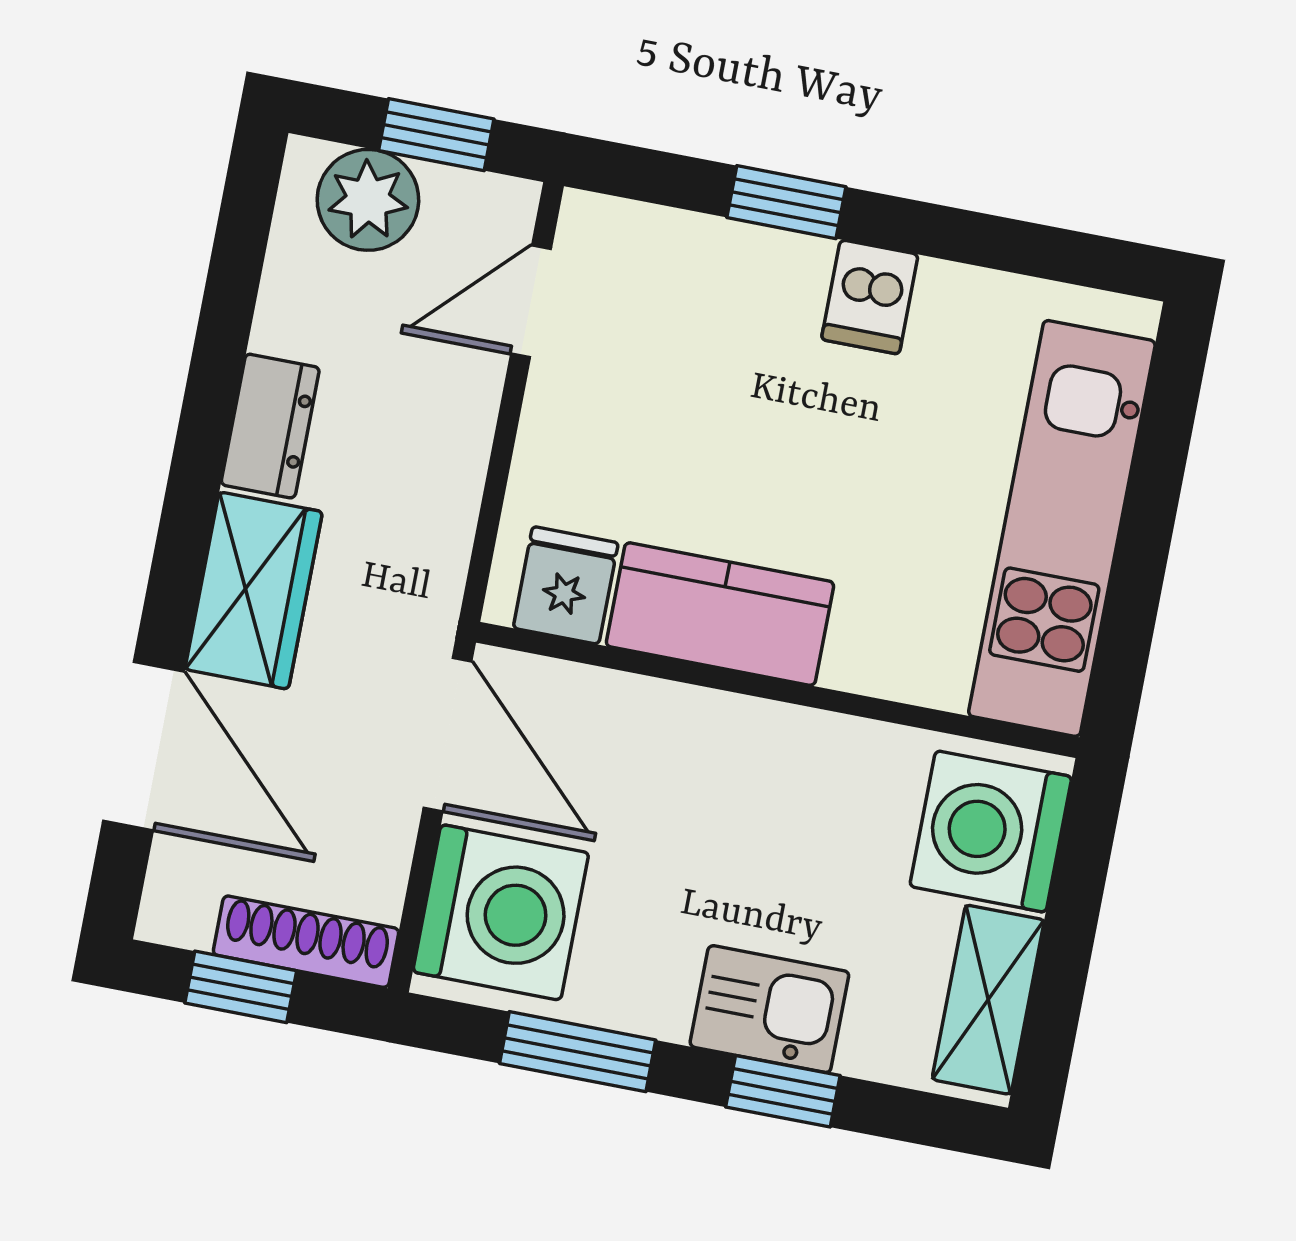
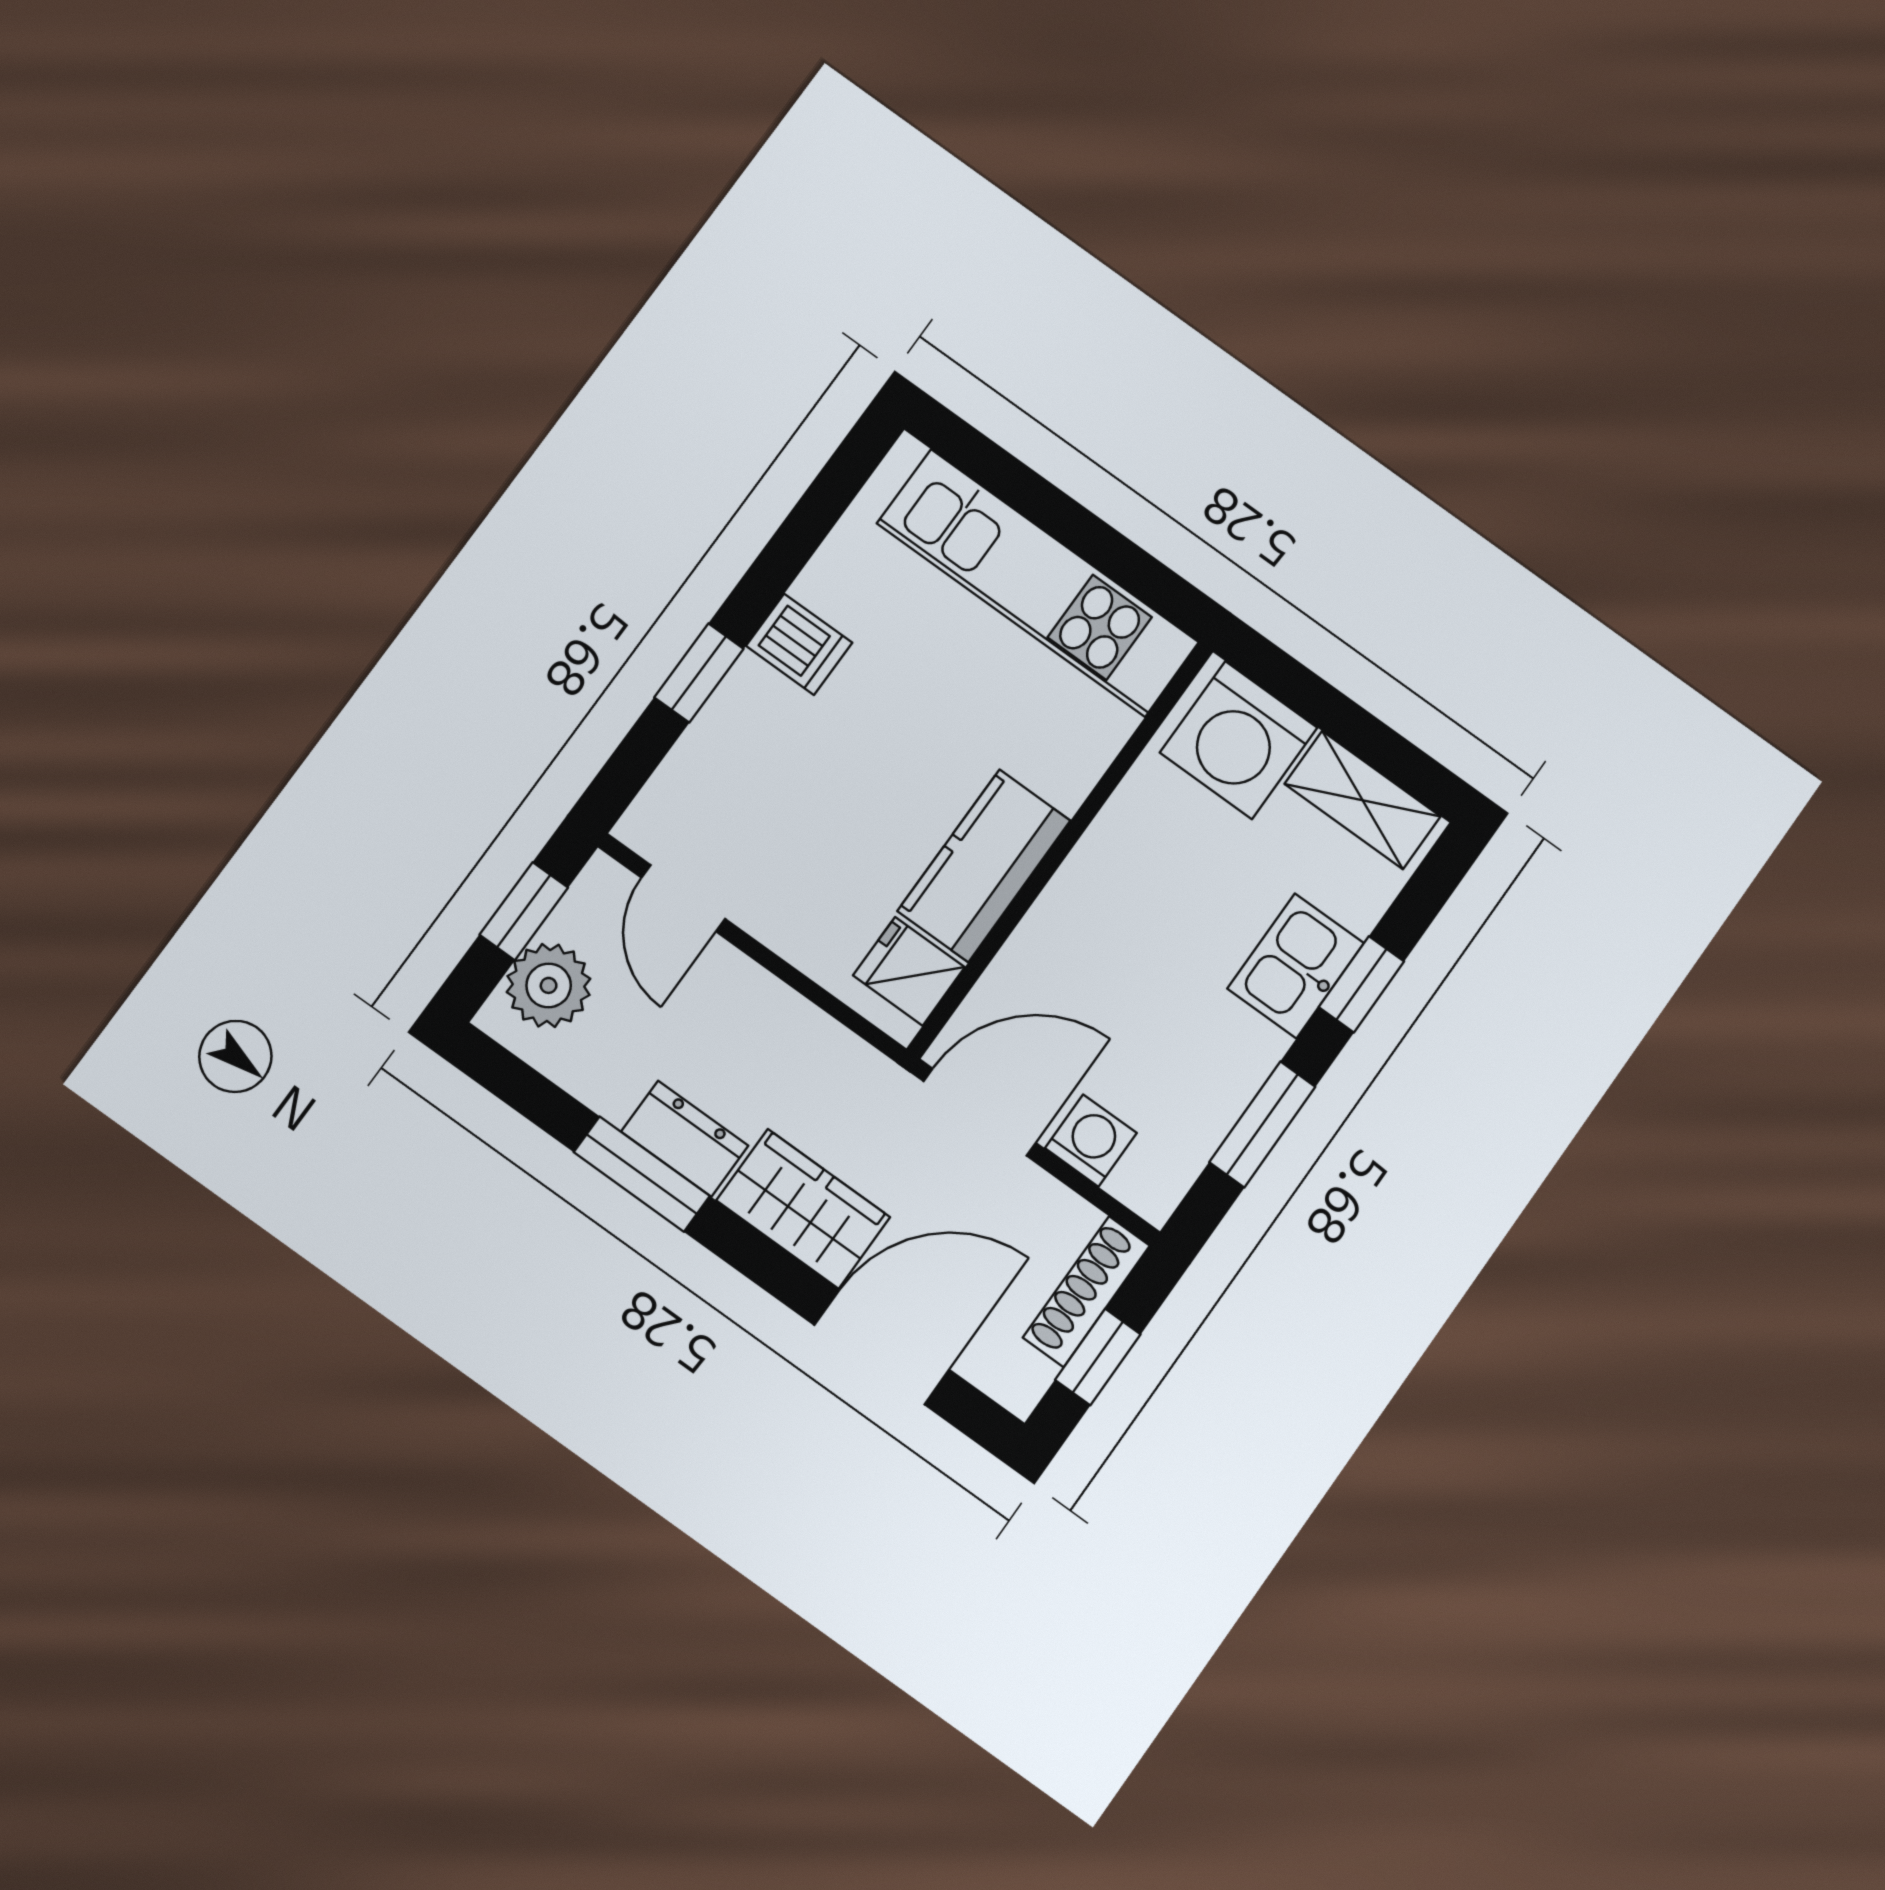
window: (211, 398) -> (642, 1174), added
washing machine: (501, 912) -> (1091, 1141), width x0.53, depth x0.53

